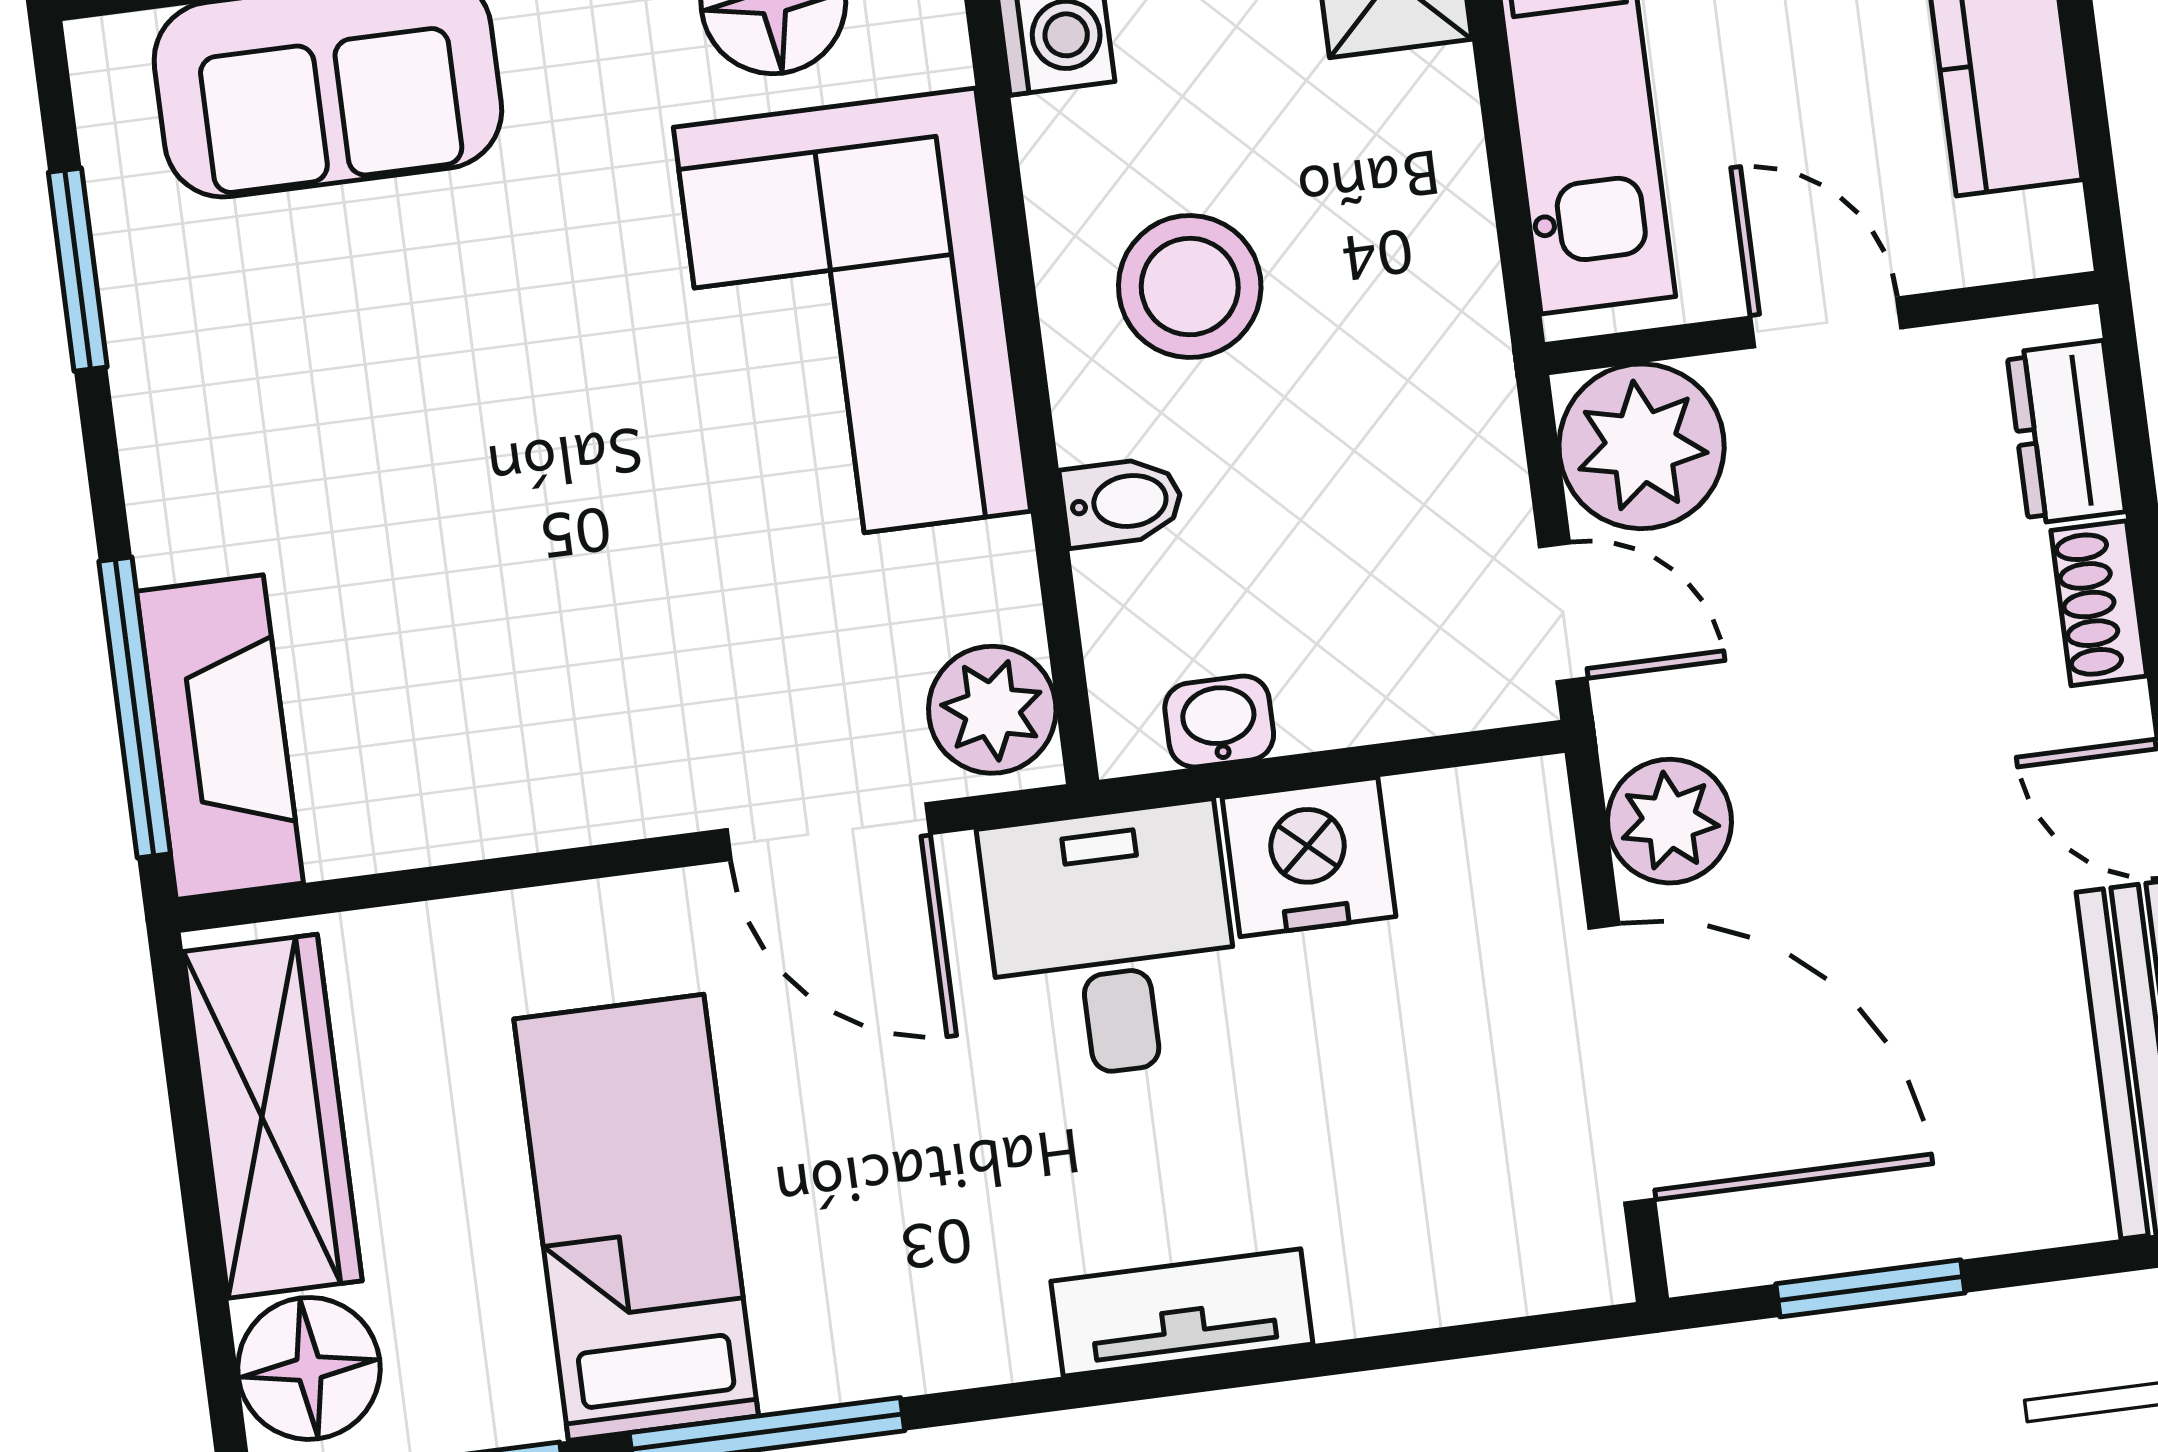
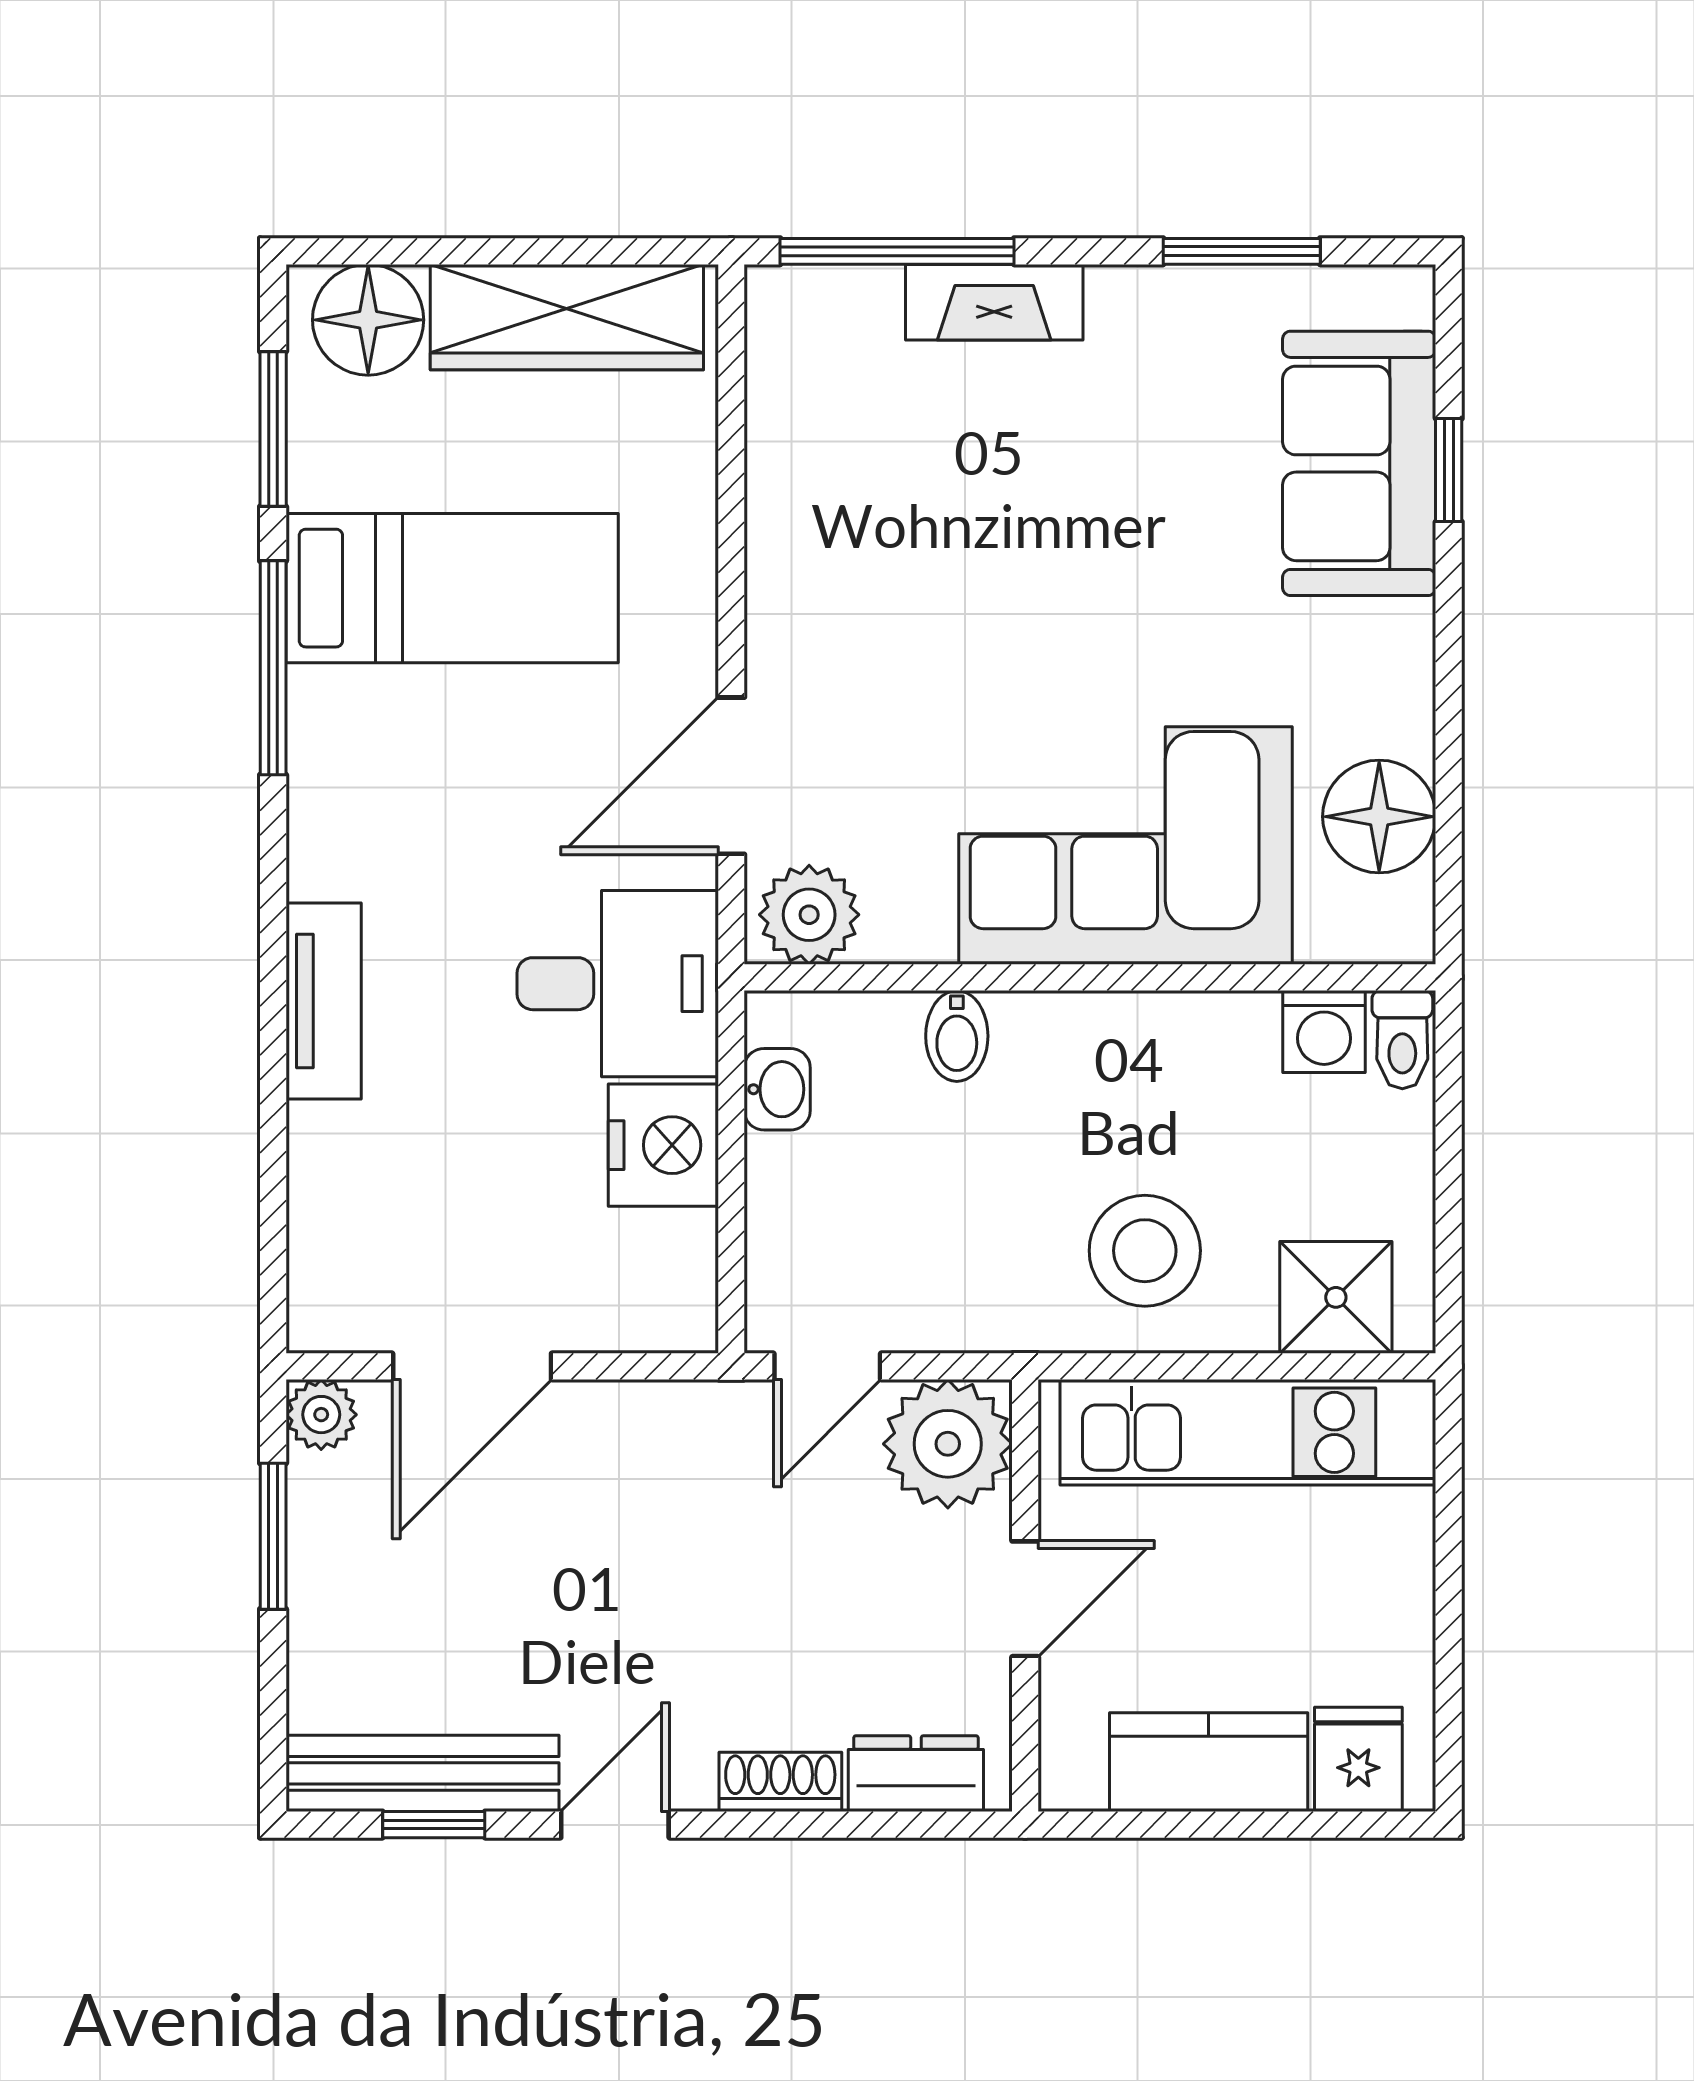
stool: (1190, 287) -> (1145, 1251), moved
fireplace: (220, 737) -> (994, 302), moved, width x0.73, depth x0.76
plant: (1670, 821) -> (321, 1415), moved, width x0.73, depth x0.73
door: (1622, 1064) -> (472, 1366), width x0.73

